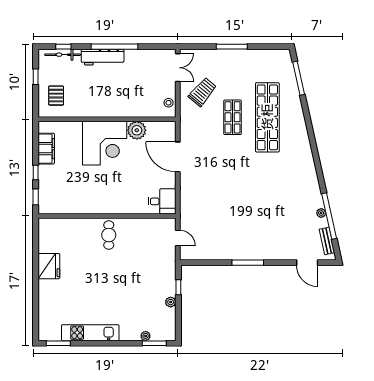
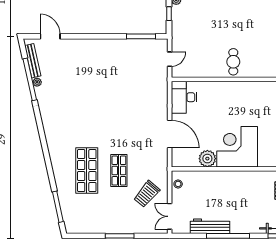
workbench: (103, 57) -> (210, 226), moved
shop shelf: (267, 117) -> (87, 171), width x0.71
desk: (162, 201) -> (184, 97), width x1.37
door: (178, 238) -> (170, 59), swing flipped
bench: (327, 241) -> (33, 61), width x1.36
window: (248, 263) -> (141, 36), moved

